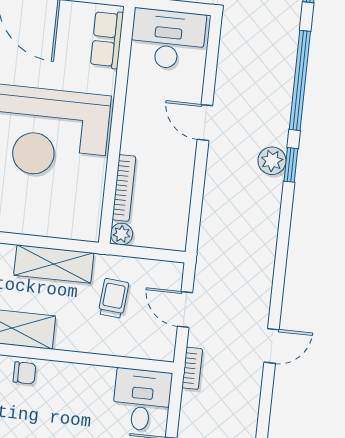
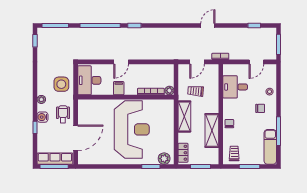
row of seats: (107, 39) -> (92, 105), removed
filing cabinet: (141, 110) -> (119, 88), added
plant: (272, 161) -> (134, 33), removed
door: (271, 346) -> (208, 26), hinge flipped
desk: (142, 400) -> (235, 87), moved

